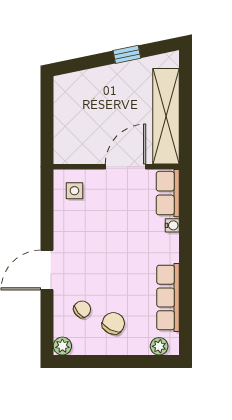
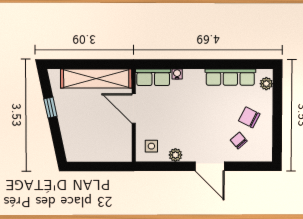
plant: (62, 346) -> (175, 155), moved

